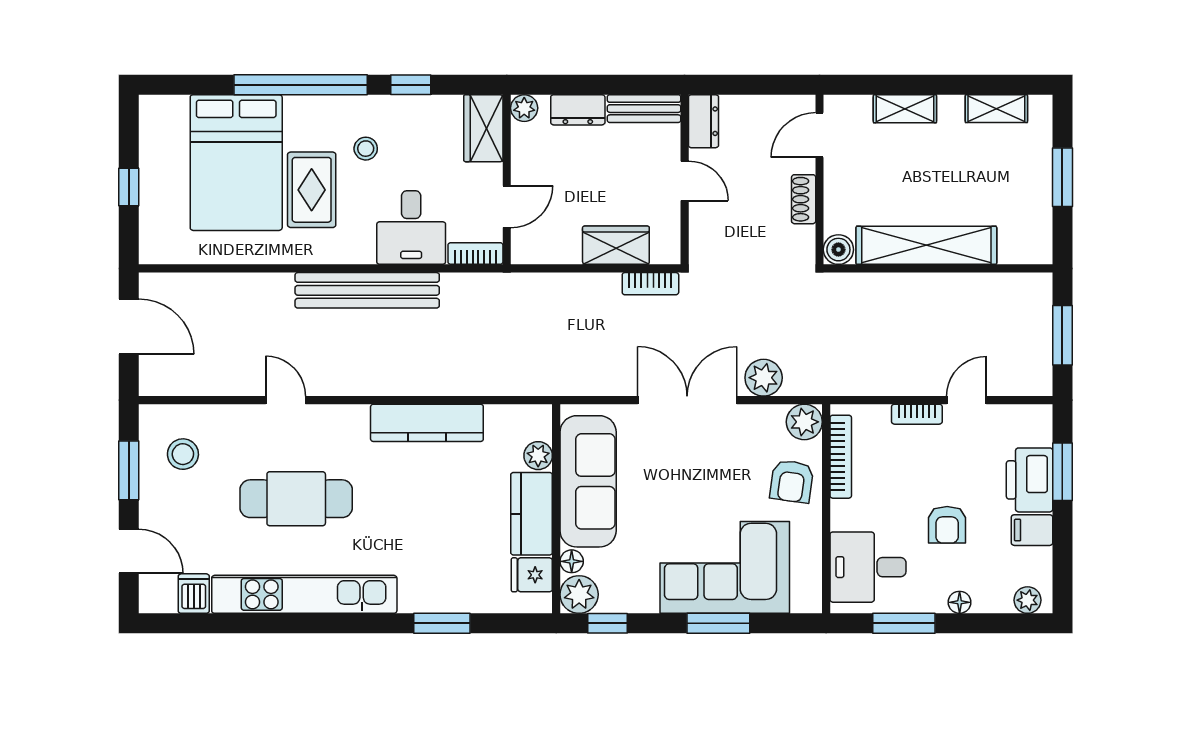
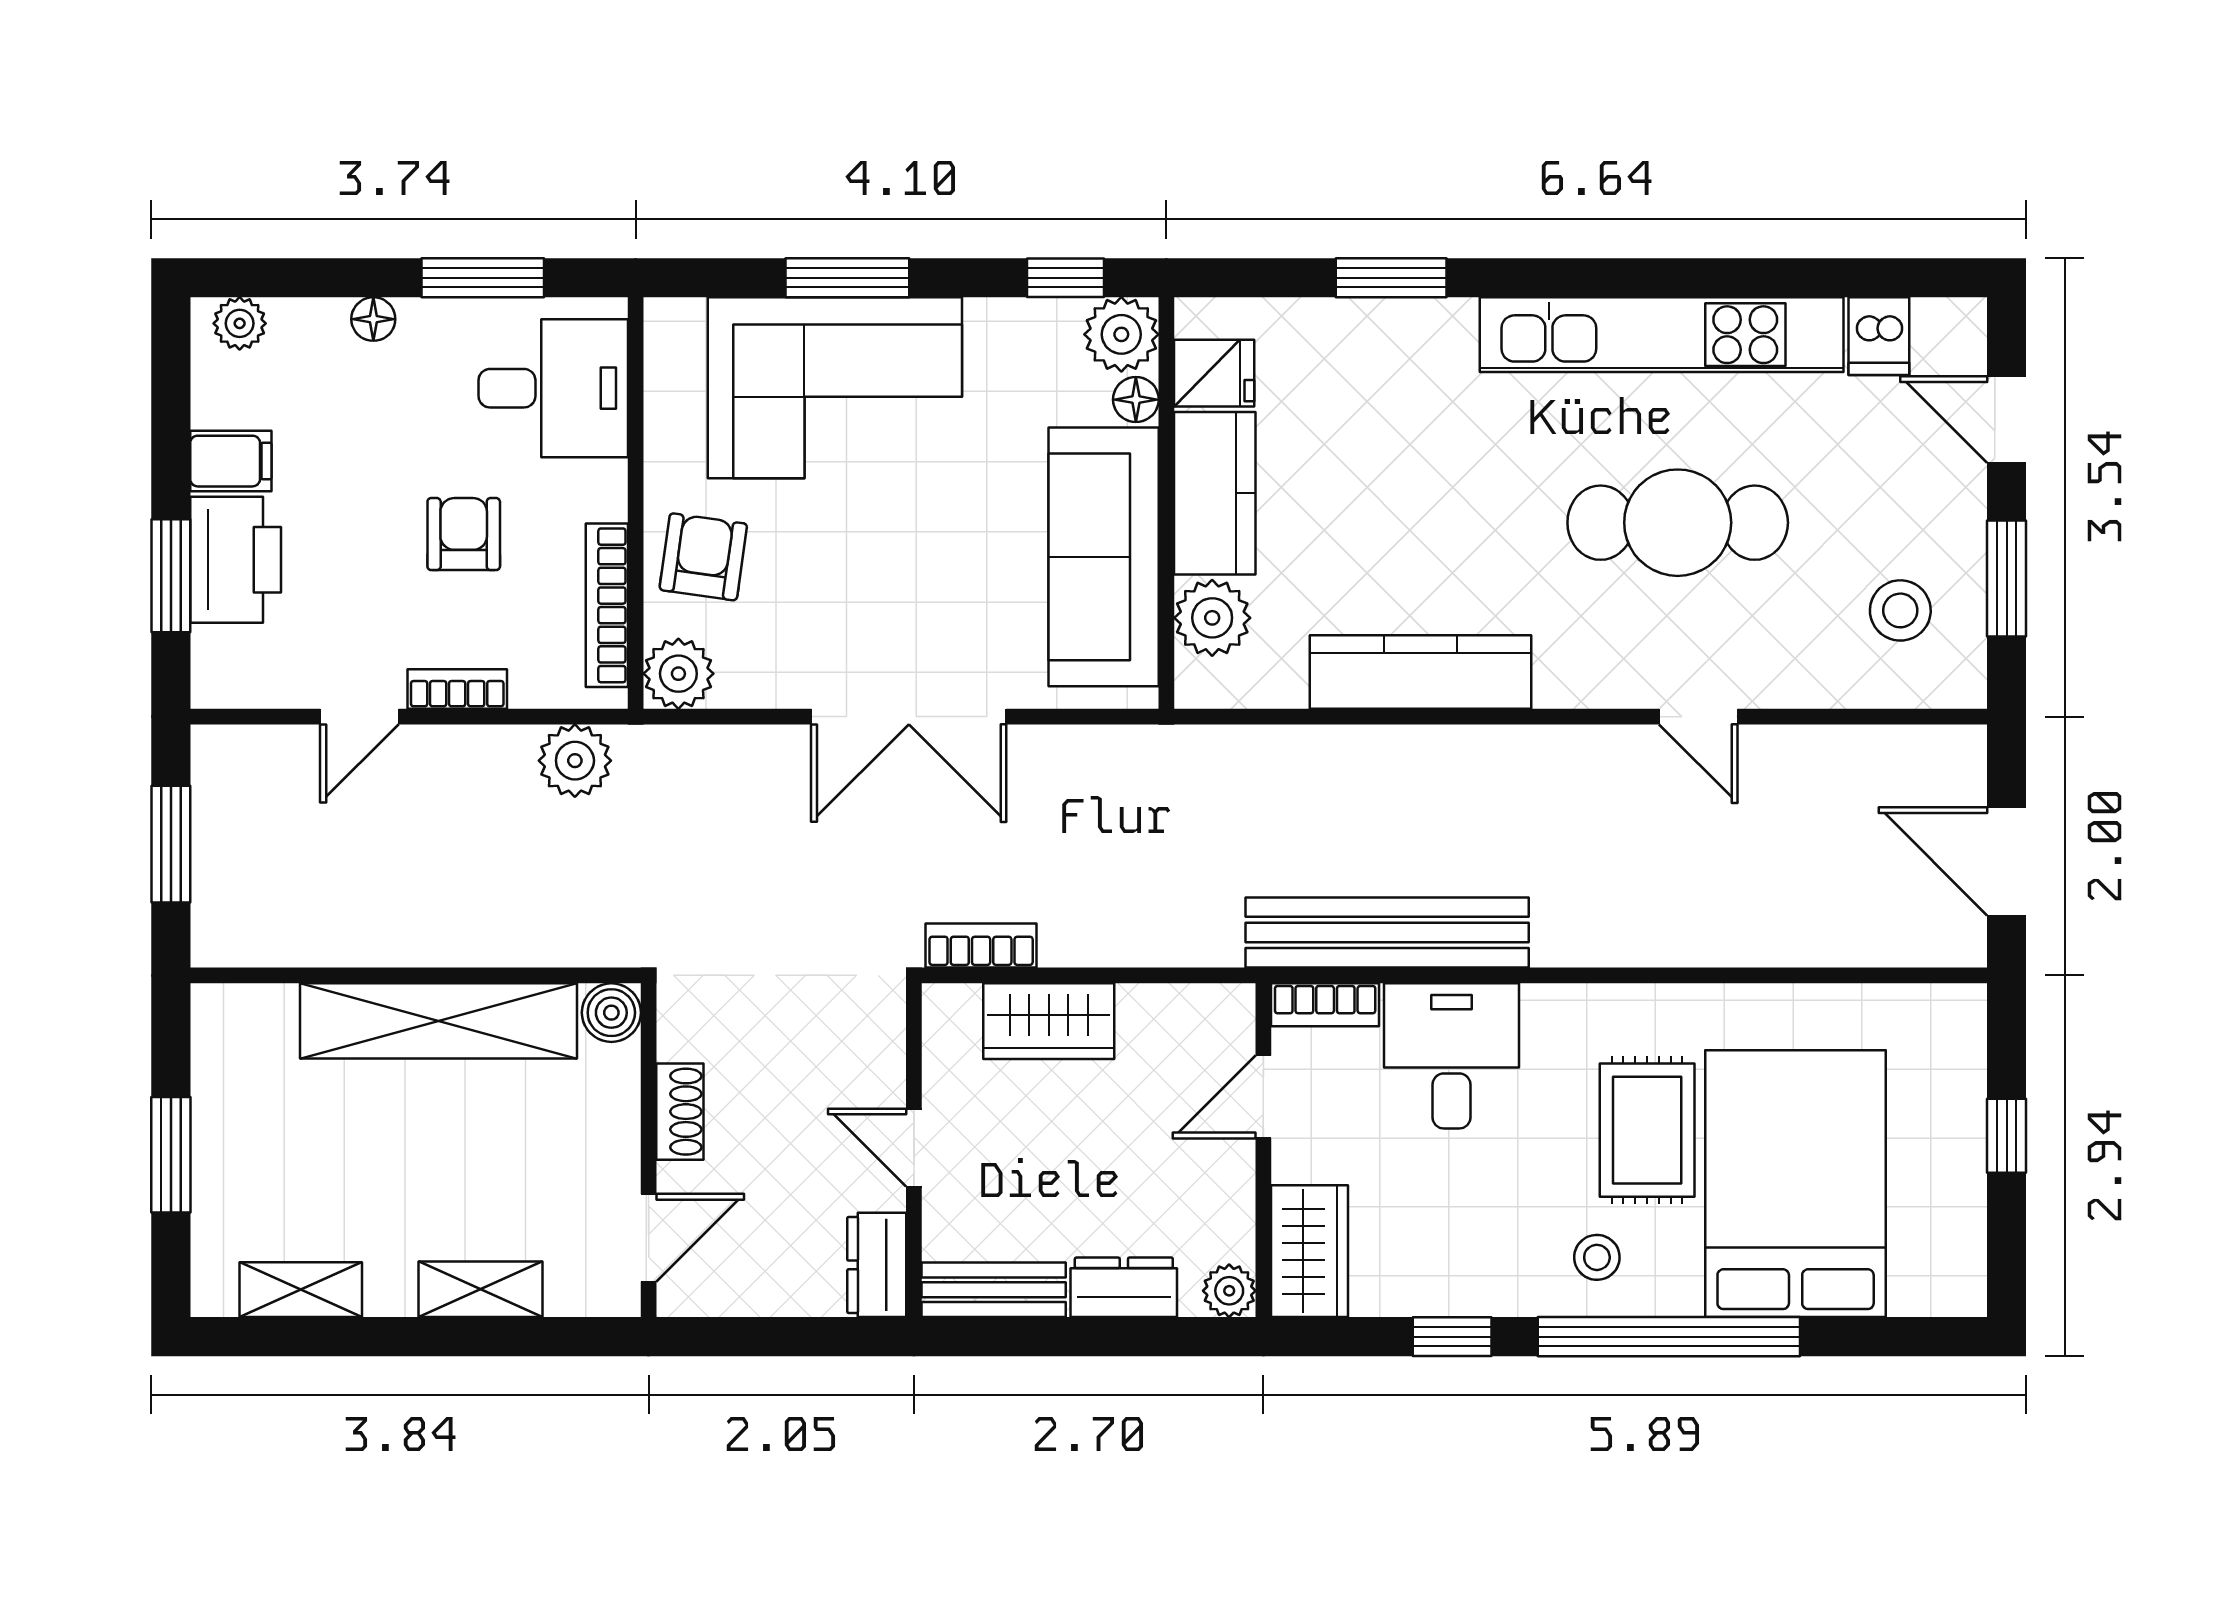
stool: (366, 149) -> (1597, 1257), moved
bench: (367, 290) -> (1387, 932), moved
plant: (764, 378) -> (575, 761), moved
plant: (538, 456) -> (1212, 618), width x1.38, depth x1.38
armchair: (947, 525) -> (464, 534), moved

